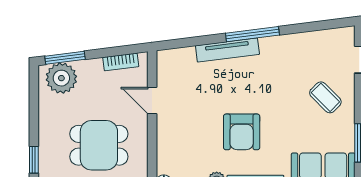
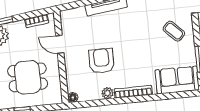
armchair: (242, 132) -> (101, 61), moved, turned 180

